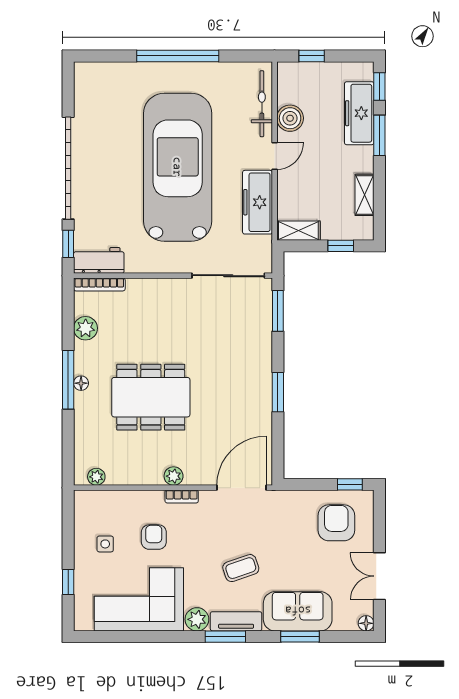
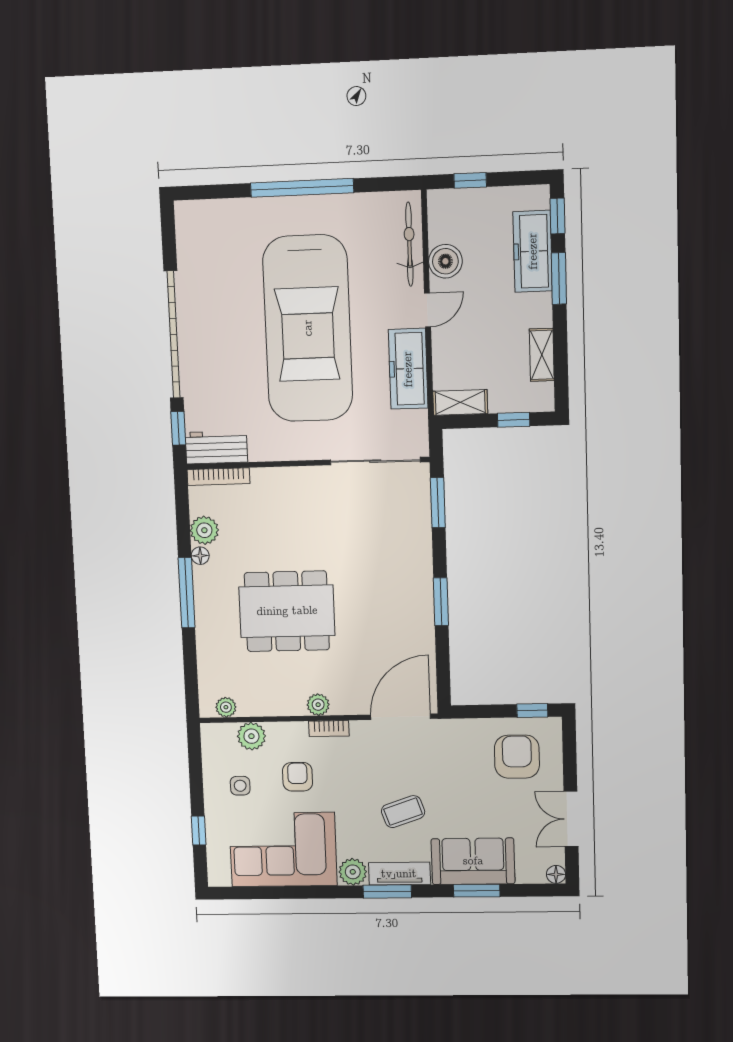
car: (178, 167) -> (308, 328), turned 180
floor lamp: (81, 383) -> (200, 556), moved
plant: (117, 502) -> (251, 736), added

